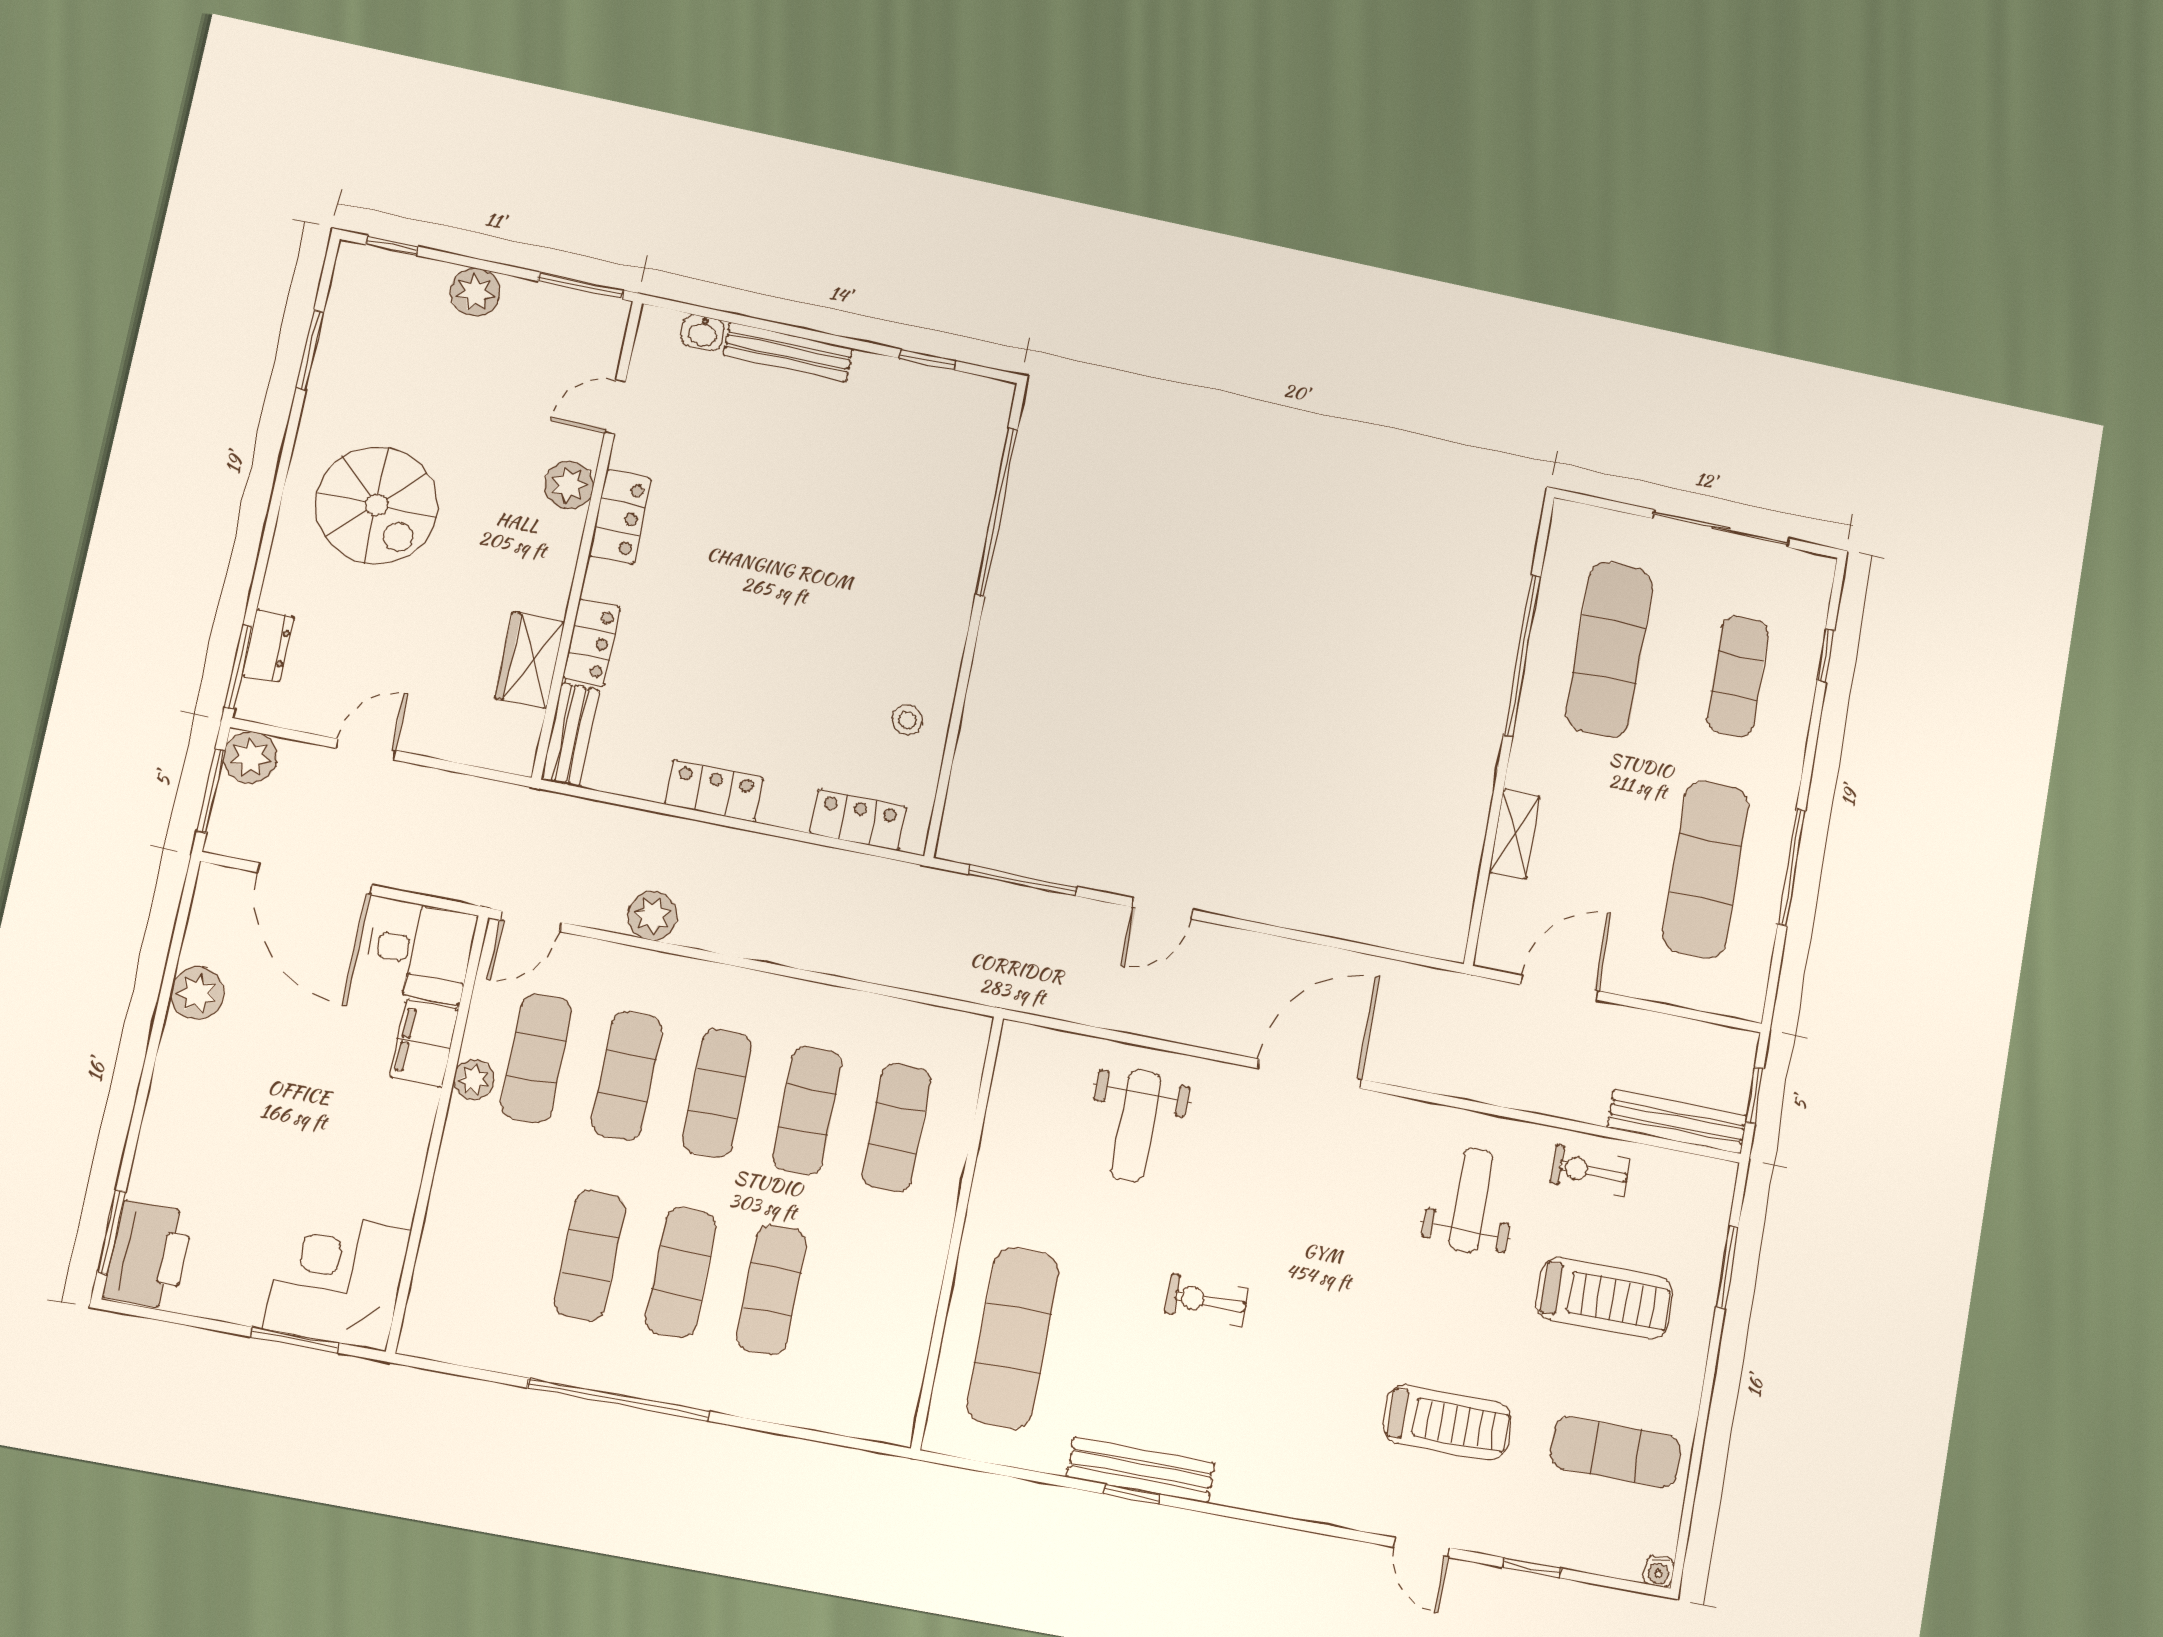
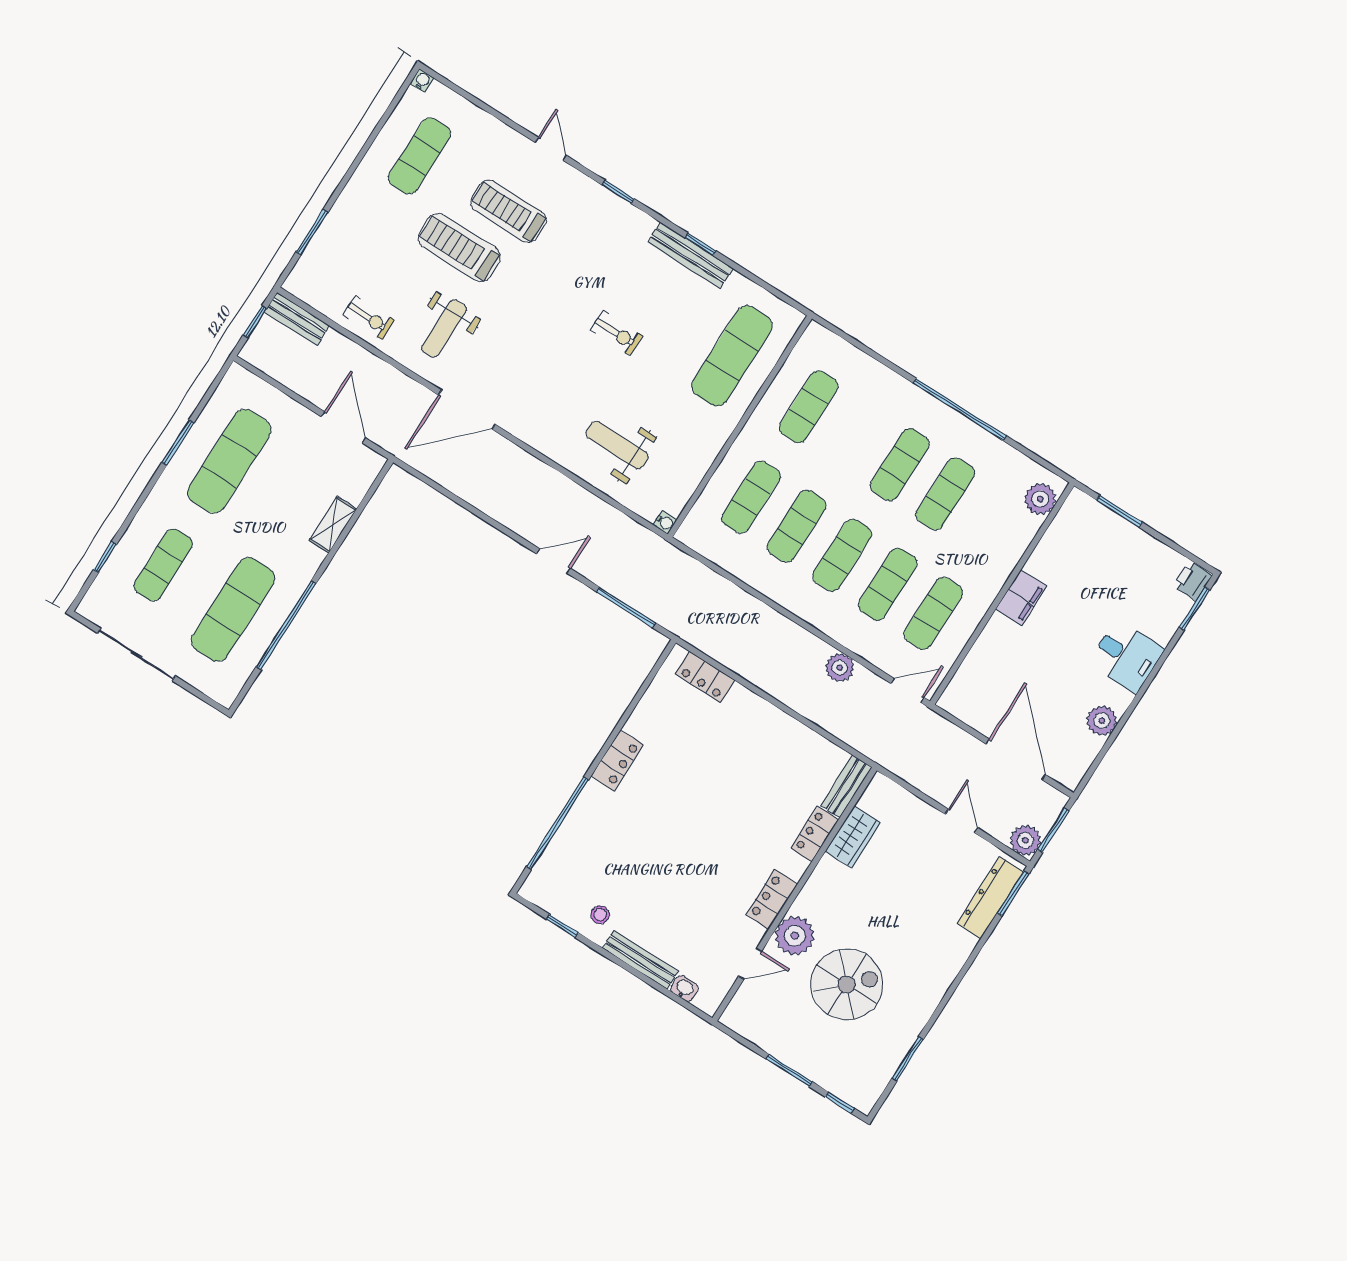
window: (581, 286) -> (789, 1070), moved
plant: (475, 292) -> (803, 1059), removed
plant: (569, 485) -> (795, 936), width x1.36, depth x1.36
spiral stairs: (377, 505) -> (847, 984), moved, turned 90
dresser: (268, 646) -> (990, 898), width x1.96, depth x1.24
stool: (907, 720) -> (600, 915), moved
door: (366, 749) -> (961, 821), swing flipped
locker: (714, 791) -> (617, 760), moved, turned -90
window: (1792, 867) -> (178, 443), width x0.69
desk: (420, 951) -> (1126, 656), moved, turned 180
door: (1559, 988) -> (343, 427), swing flipped
water cooler: (1015, 1036) -> (665, 522), added
filing cabinet: (424, 1043) -> (1021, 598), moved
door: (1309, 1074) -> (467, 410), moved
plant: (474, 1080) -> (1040, 499), moved, width x1.38, depth x1.38
bench: (1677, 1122) -> (297, 319), width x0.73
weight bench: (1136, 1126) -> (617, 445), turned -90
printer: (148, 1255) -> (1193, 581), width x0.53, depth x0.68
corner desk: (337, 1279) -> (1085, 535), removed
exercise mat: (771, 1290) -> (809, 407), moved
treadmill: (1604, 1298) -> (459, 247), moved
exercise mat: (1616, 1452) -> (419, 156), turned 90
window: (1532, 1568) -> (618, 192), moved

